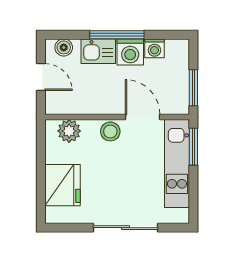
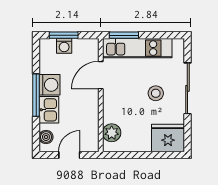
washing machine: (154, 48) -> (64, 46), moved, turned 90
window: (193, 88) -> (64, 35), moved
stool: (110, 131) -> (156, 93), moved
fridge: (63, 185) -> (168, 138), moved

